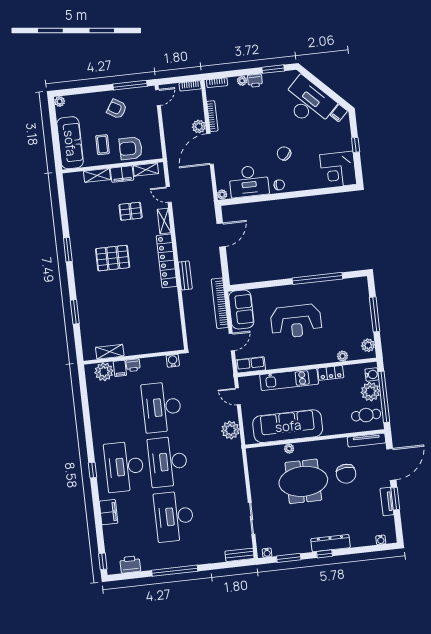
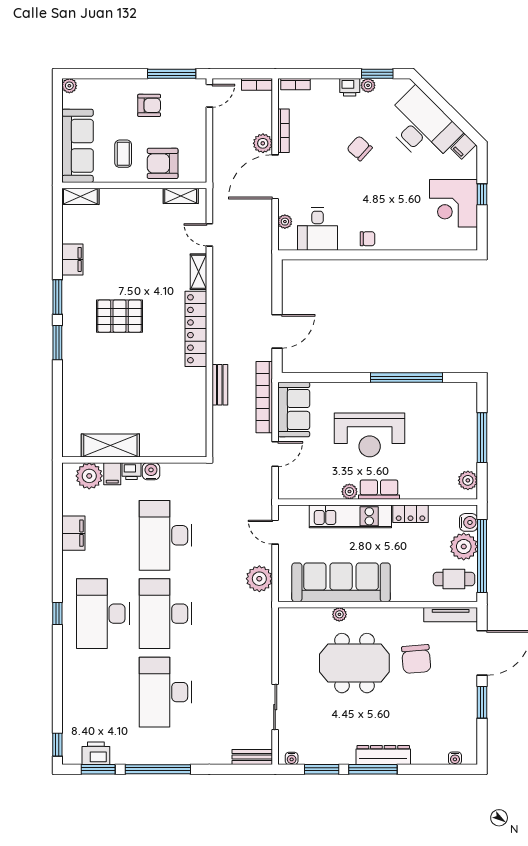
plant: (242, 81) -> (368, 85), moved
armchair: (117, 109) -> (149, 105), turned 148
chair: (284, 153) -> (360, 148), moved
corner desk: (338, 169) -> (453, 203), moved
filing cabinet: (122, 174) -> (72, 259), moved, turned -90
shelving: (97, 175) -> (80, 196), moved
desk: (249, 181) -> (318, 229), width x0.73
plant: (222, 194) -> (285, 222), moved
pallet: (131, 211) -> (152, 253), removed
door: (221, 235) -> (277, 331), moved
bench: (185, 275) -> (220, 385), moved
window: (75, 312) -> (57, 343), moved
shelving: (110, 352) -> (110, 446), width x1.50, depth x1.33
plant: (343, 356) -> (349, 492), moved
water cooler: (173, 361) -> (151, 471), moved
row of seats: (251, 365) -> (379, 490), moved
tv unit: (387, 502) -> (470, 705), removed
filing cabinet: (109, 512) -> (73, 533), moved
window: (324, 554) -> (373, 769), width x2.17
window: (133, 575) -> (98, 769), added

